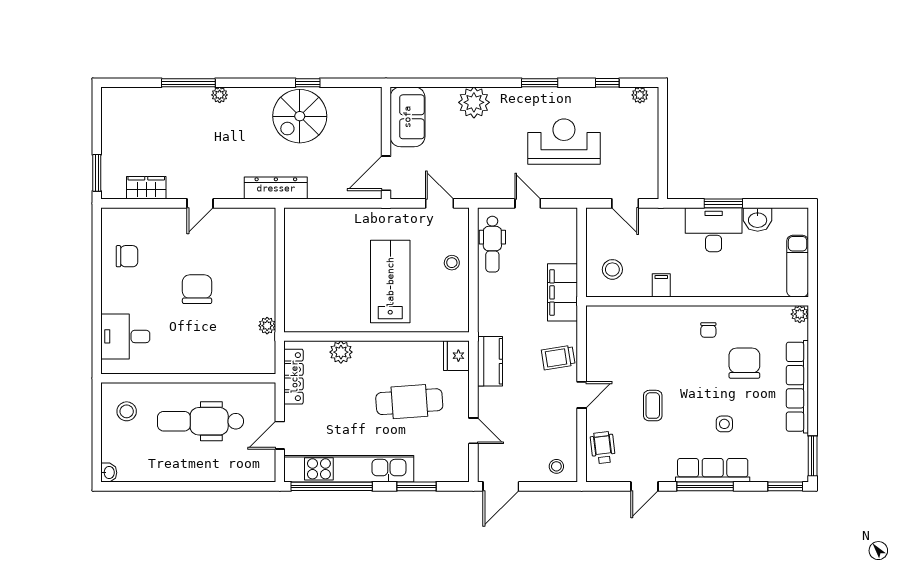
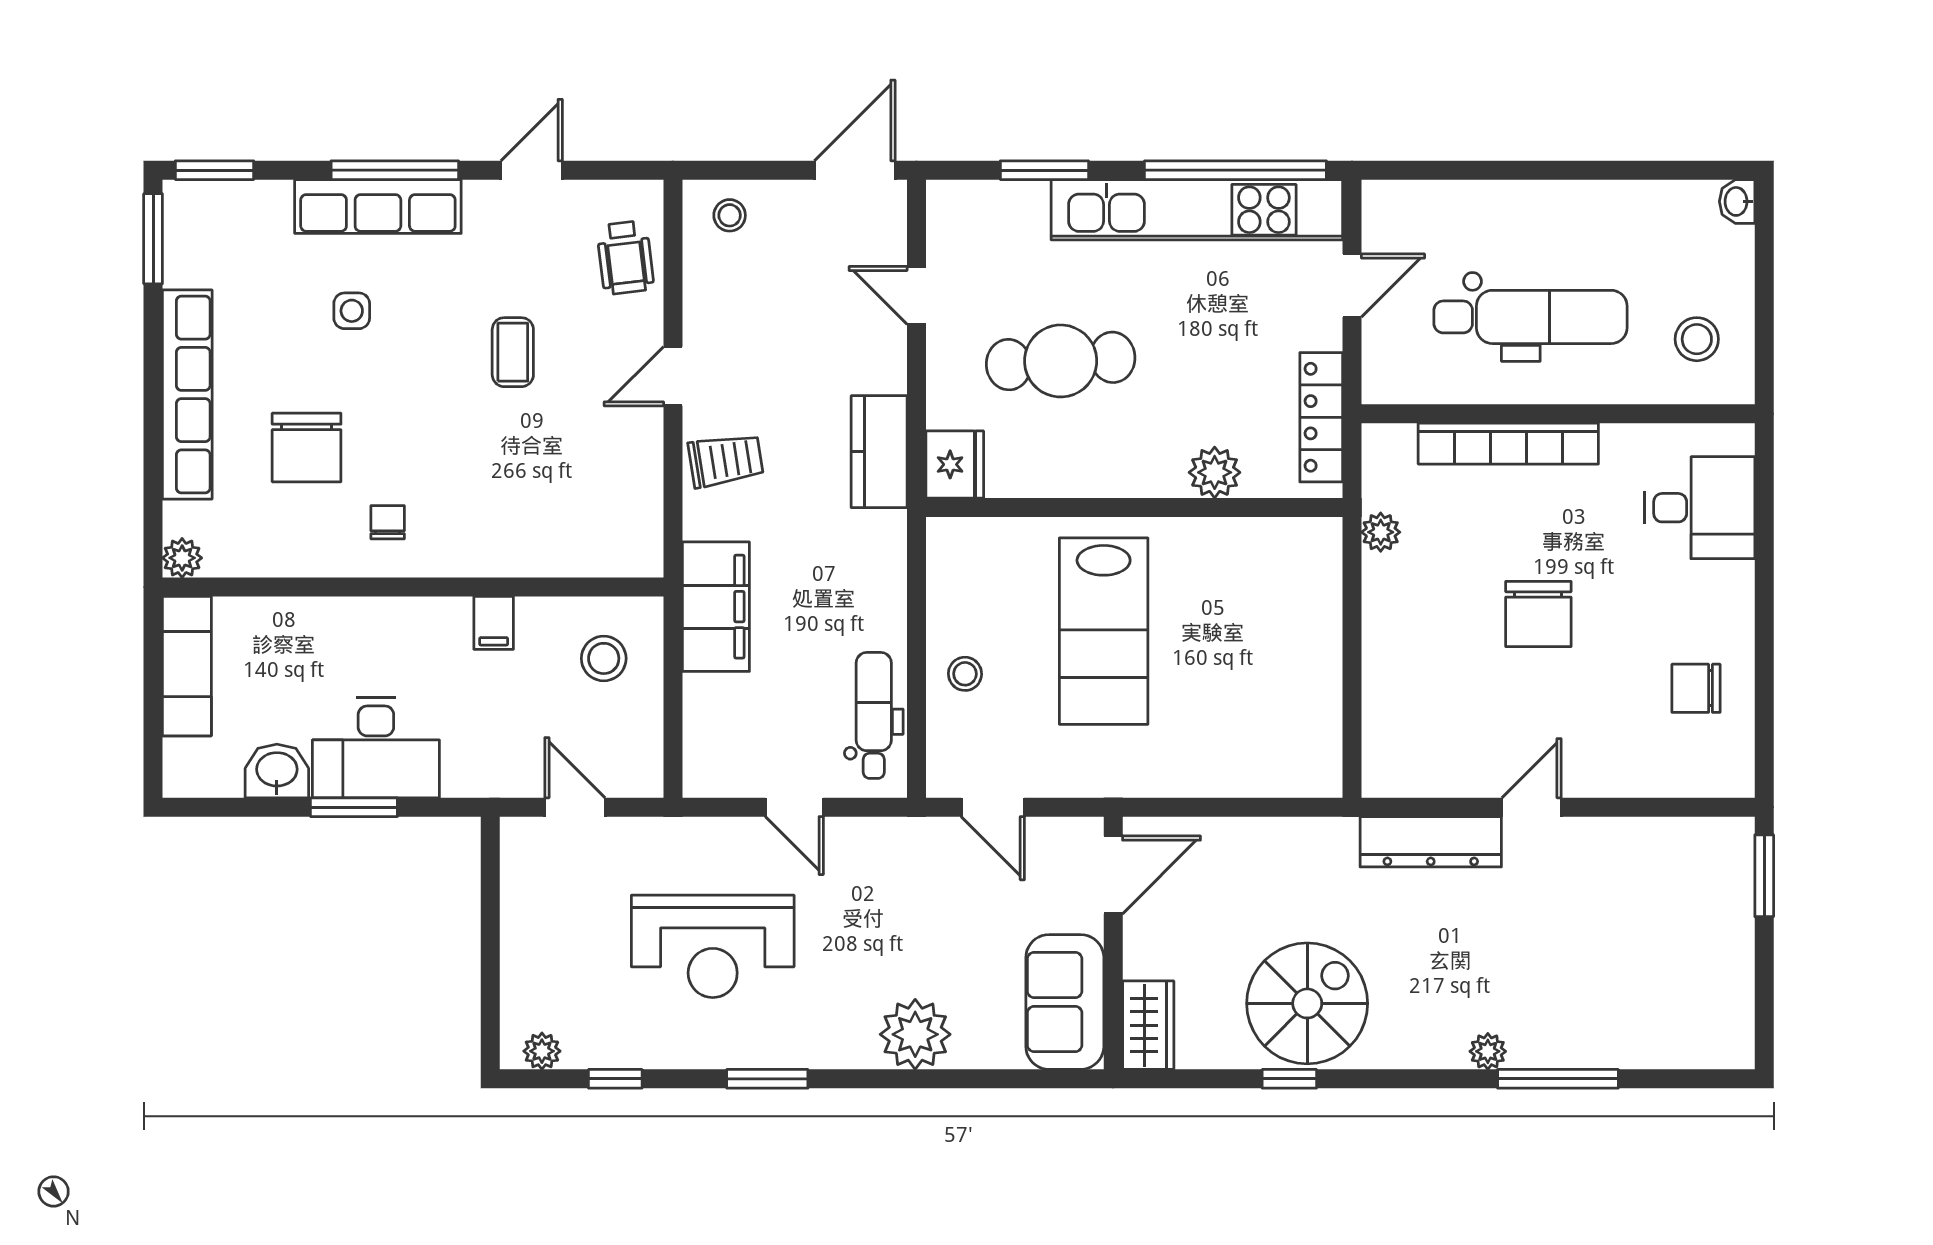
wardrobe: (146, 188) -> (1148, 1025), moved, turned -90
dresser: (276, 188) -> (1431, 842), moved
bookcase: (210, 365) -> (1508, 444), added

